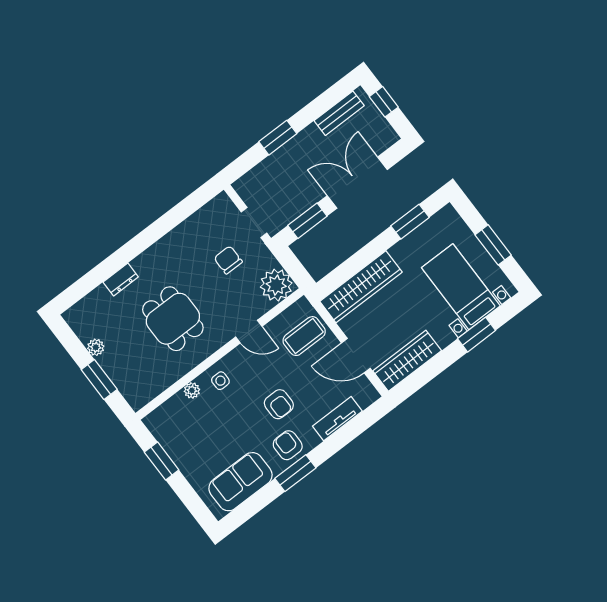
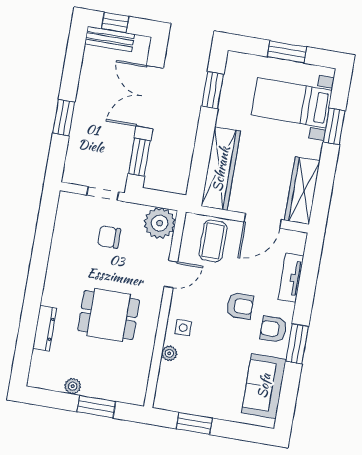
bench: (339, 113) -> (110, 39), moved, turned 90
dresser: (121, 280) -> (45, 328), width x1.44

